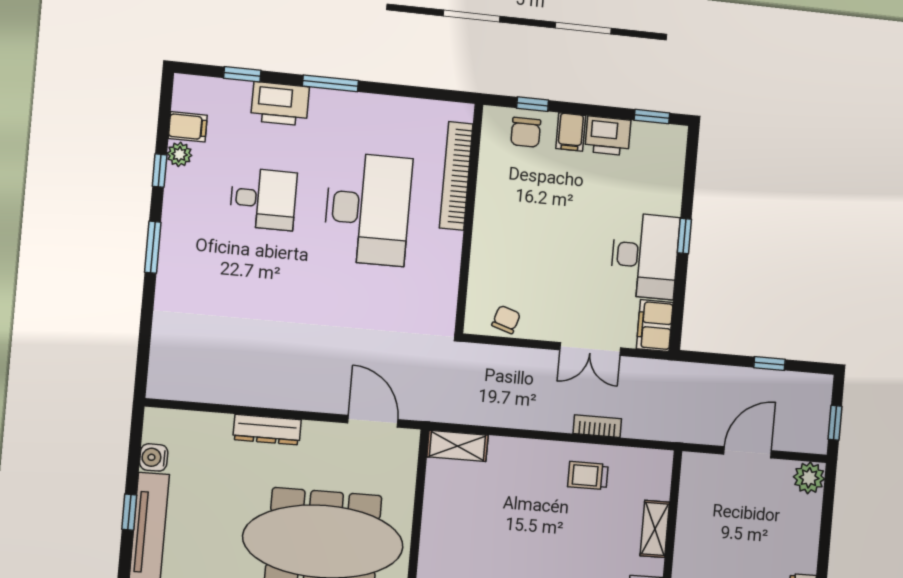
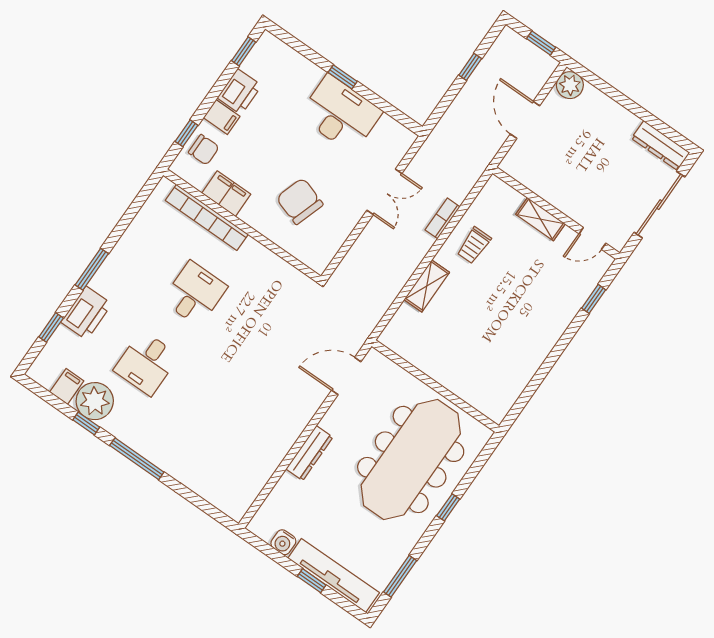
plant: (179, 154) -> (95, 401), width x1.88, depth x1.88
desk: (263, 199) -> (146, 363), turned 180
desk: (368, 209) -> (195, 294), width x0.53, depth x0.77
window: (153, 247) -> (137, 459), width x1.44
chair: (506, 320) -> (300, 201), moved, width x1.87, depth x1.87
filing cabinet: (655, 325) -> (226, 194), moved, turned 180
shelving: (457, 446) -> (427, 286), moved

